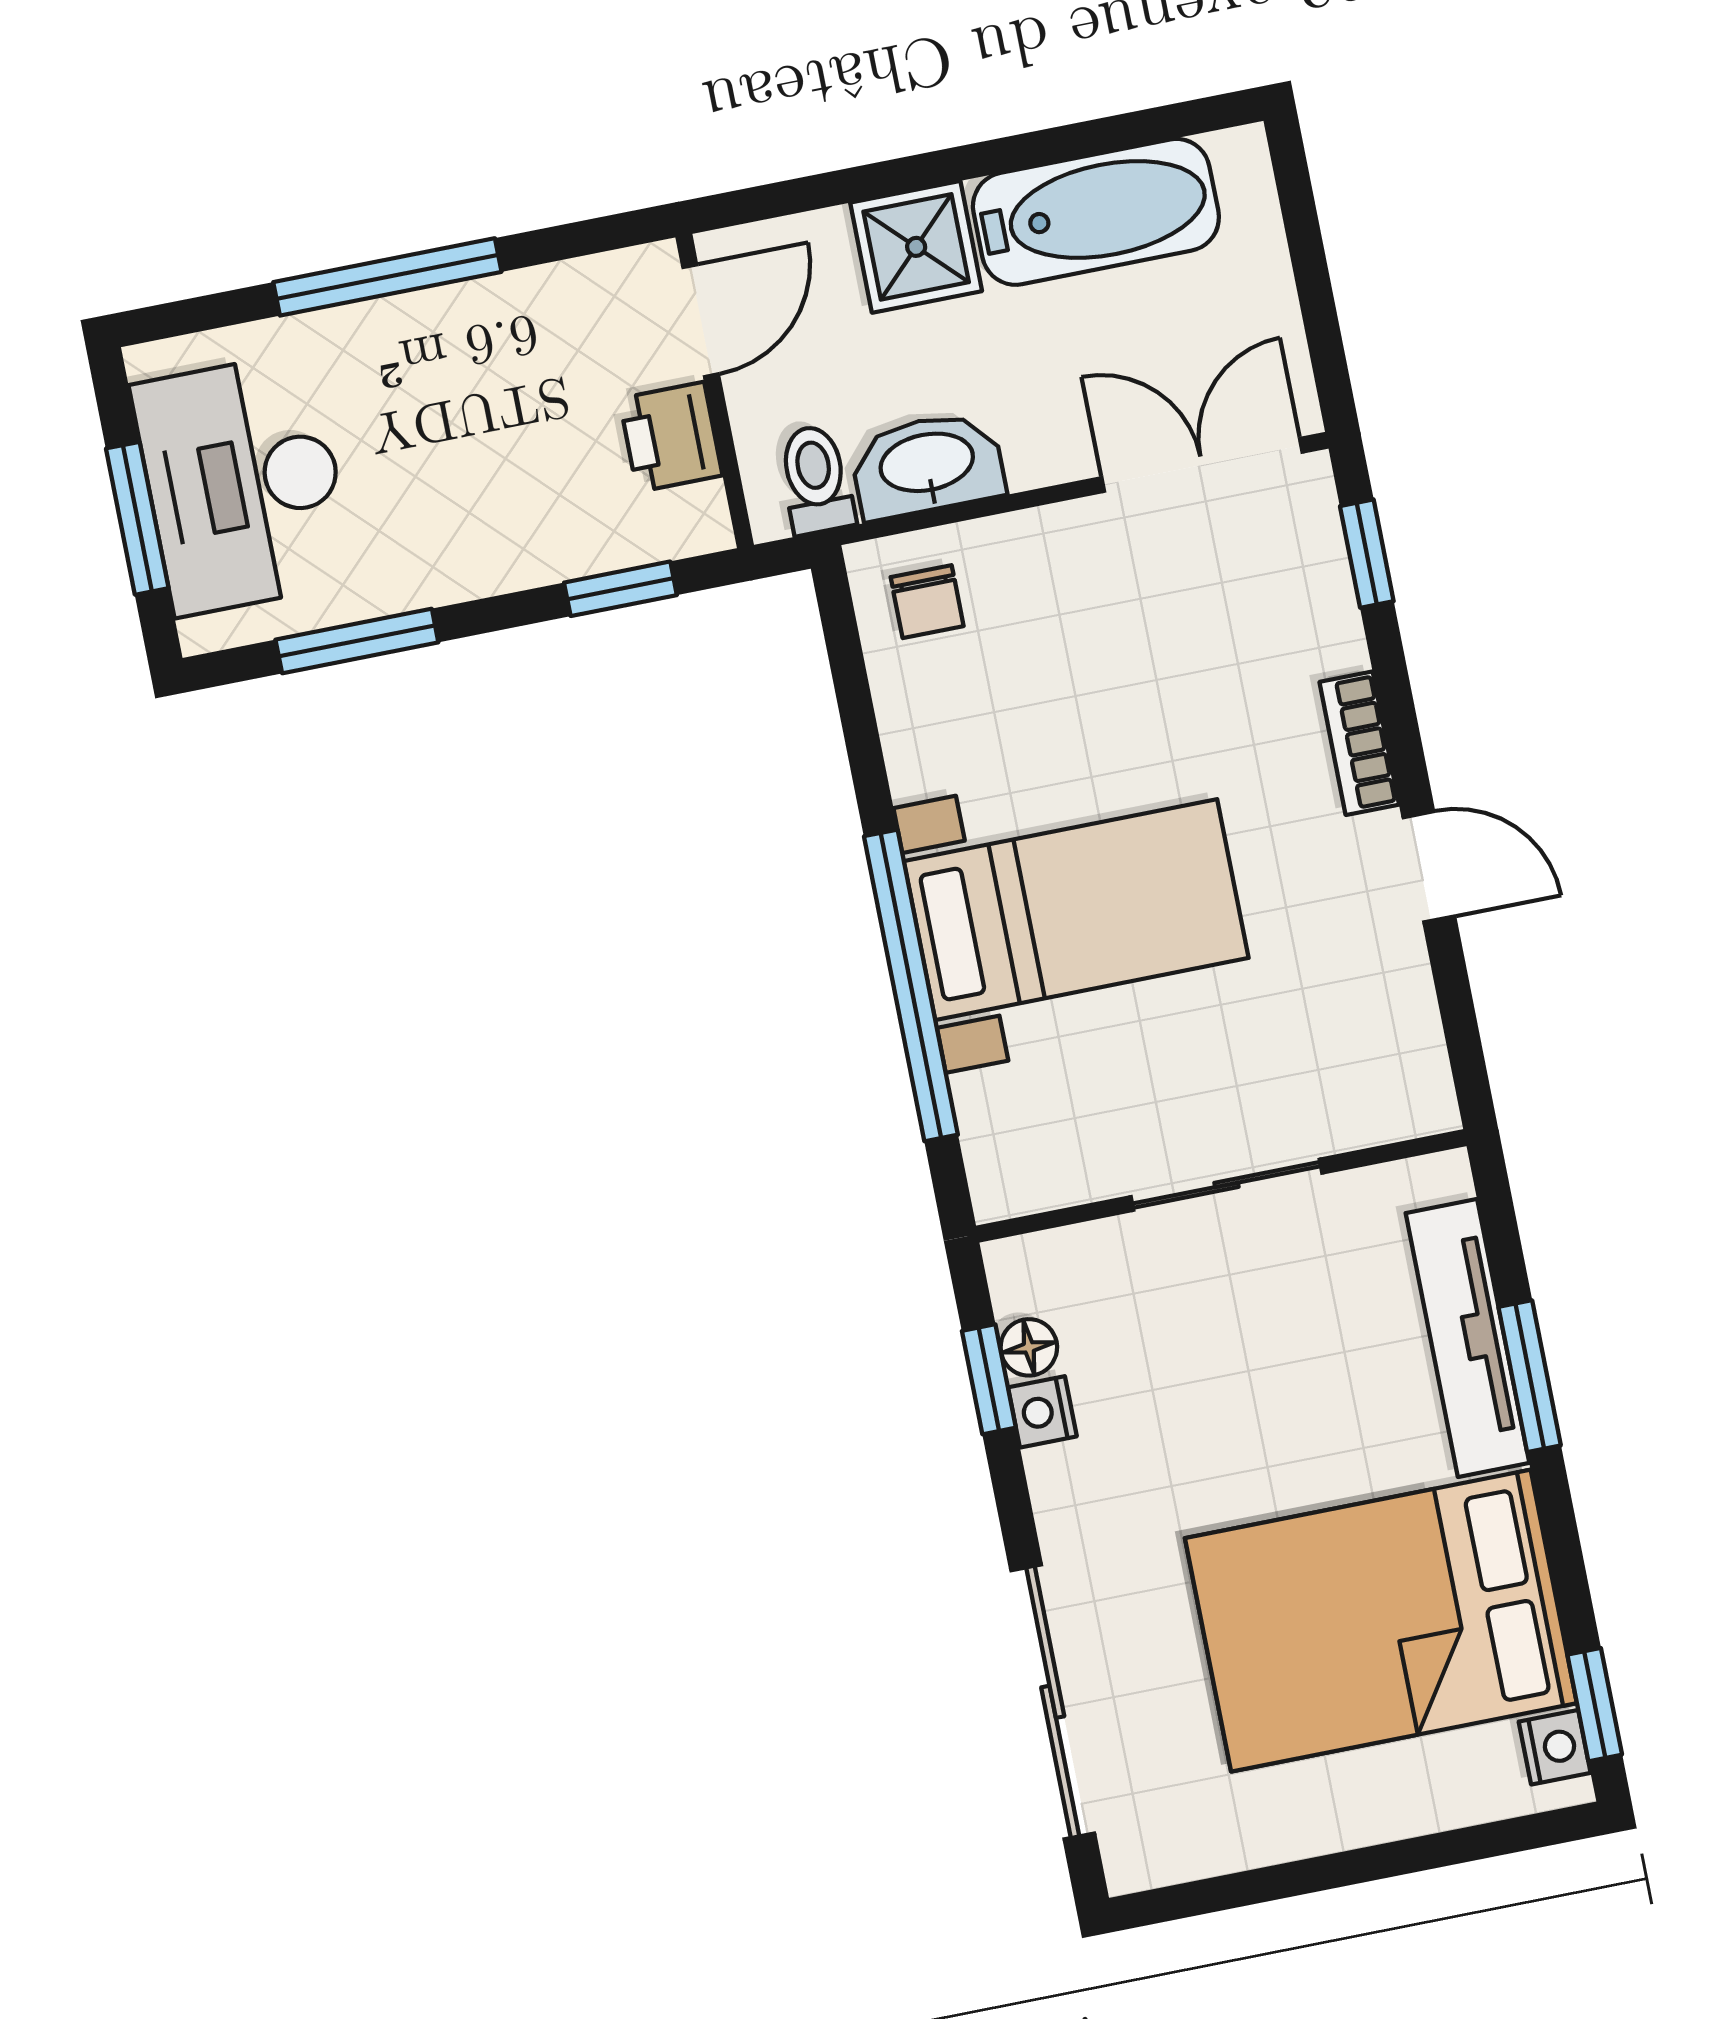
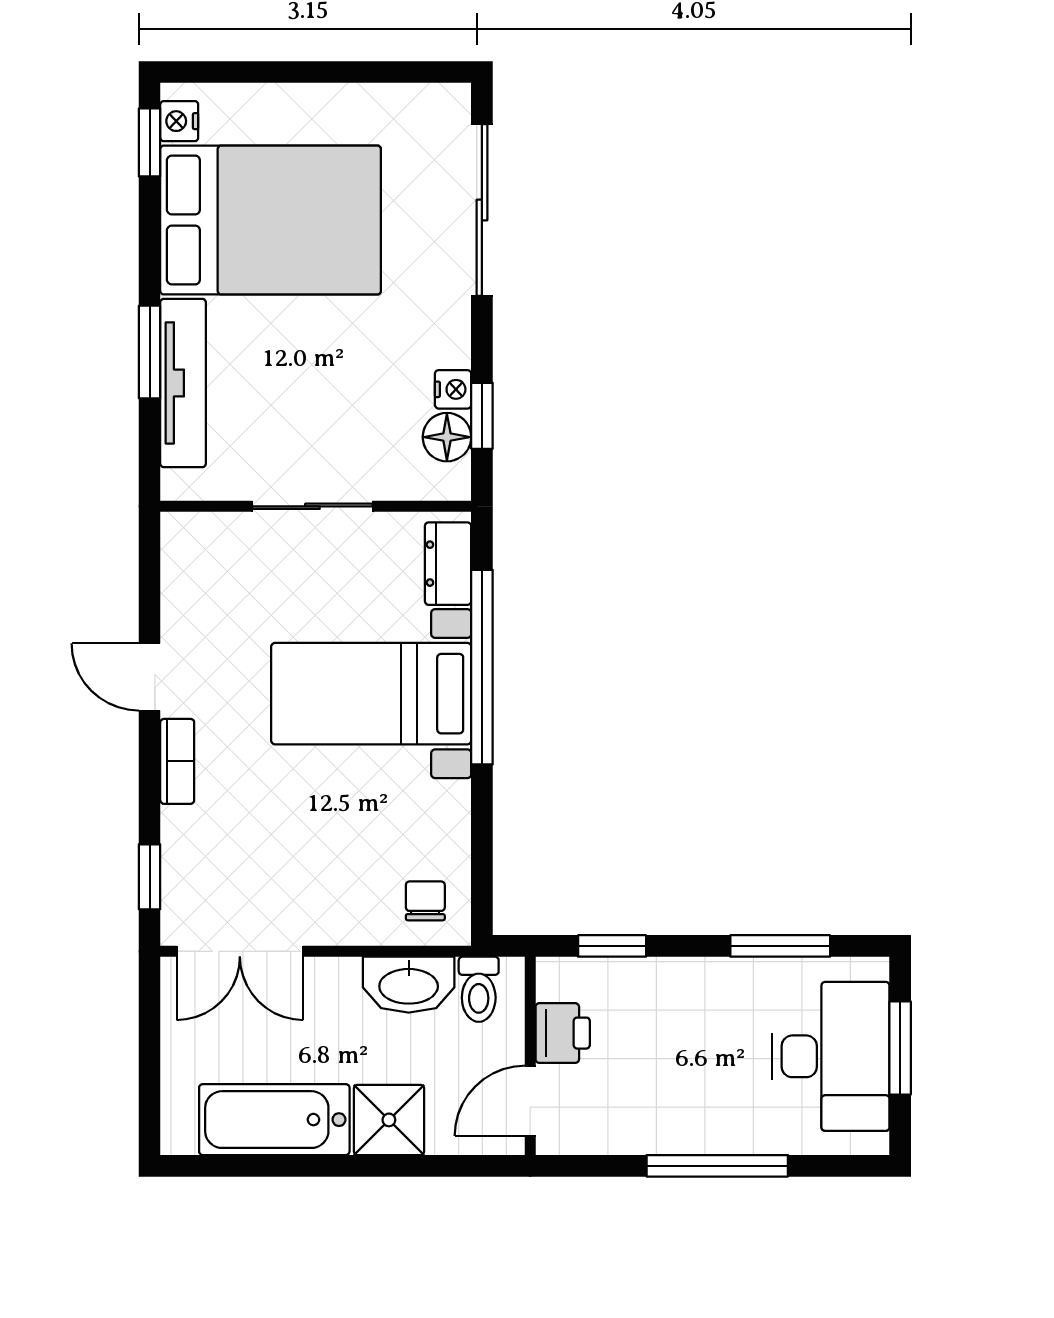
dresser: (996, 1137) -> (448, 564), added
floor lamp: (1029, 1347) -> (447, 437), width x1.37, depth x1.37

